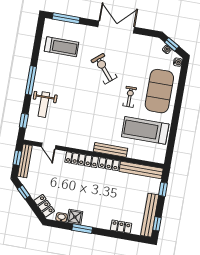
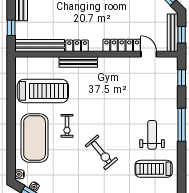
weight bench: (44, 105) -> (152, 135), moved
locker: (82, 160) -> (122, 45), moved

